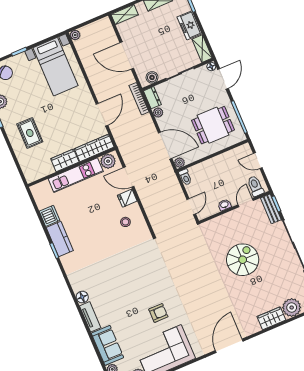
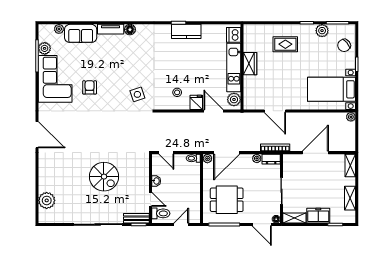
boiler: (152, 77) -> (288, 166), removed
dining table: (213, 125) -> (227, 200), turned 90
wardrobe: (94, 148) -> (250, 93), removed
door: (129, 177) -> (213, 111), hinge flipped
dishwasher: (50, 216) -> (234, 35), moved, turned 90
side table: (145, 261) -> (137, 94), added
armchair: (158, 313) -> (90, 87), turned 180
wardrobe: (271, 318) -> (45, 180), removed

